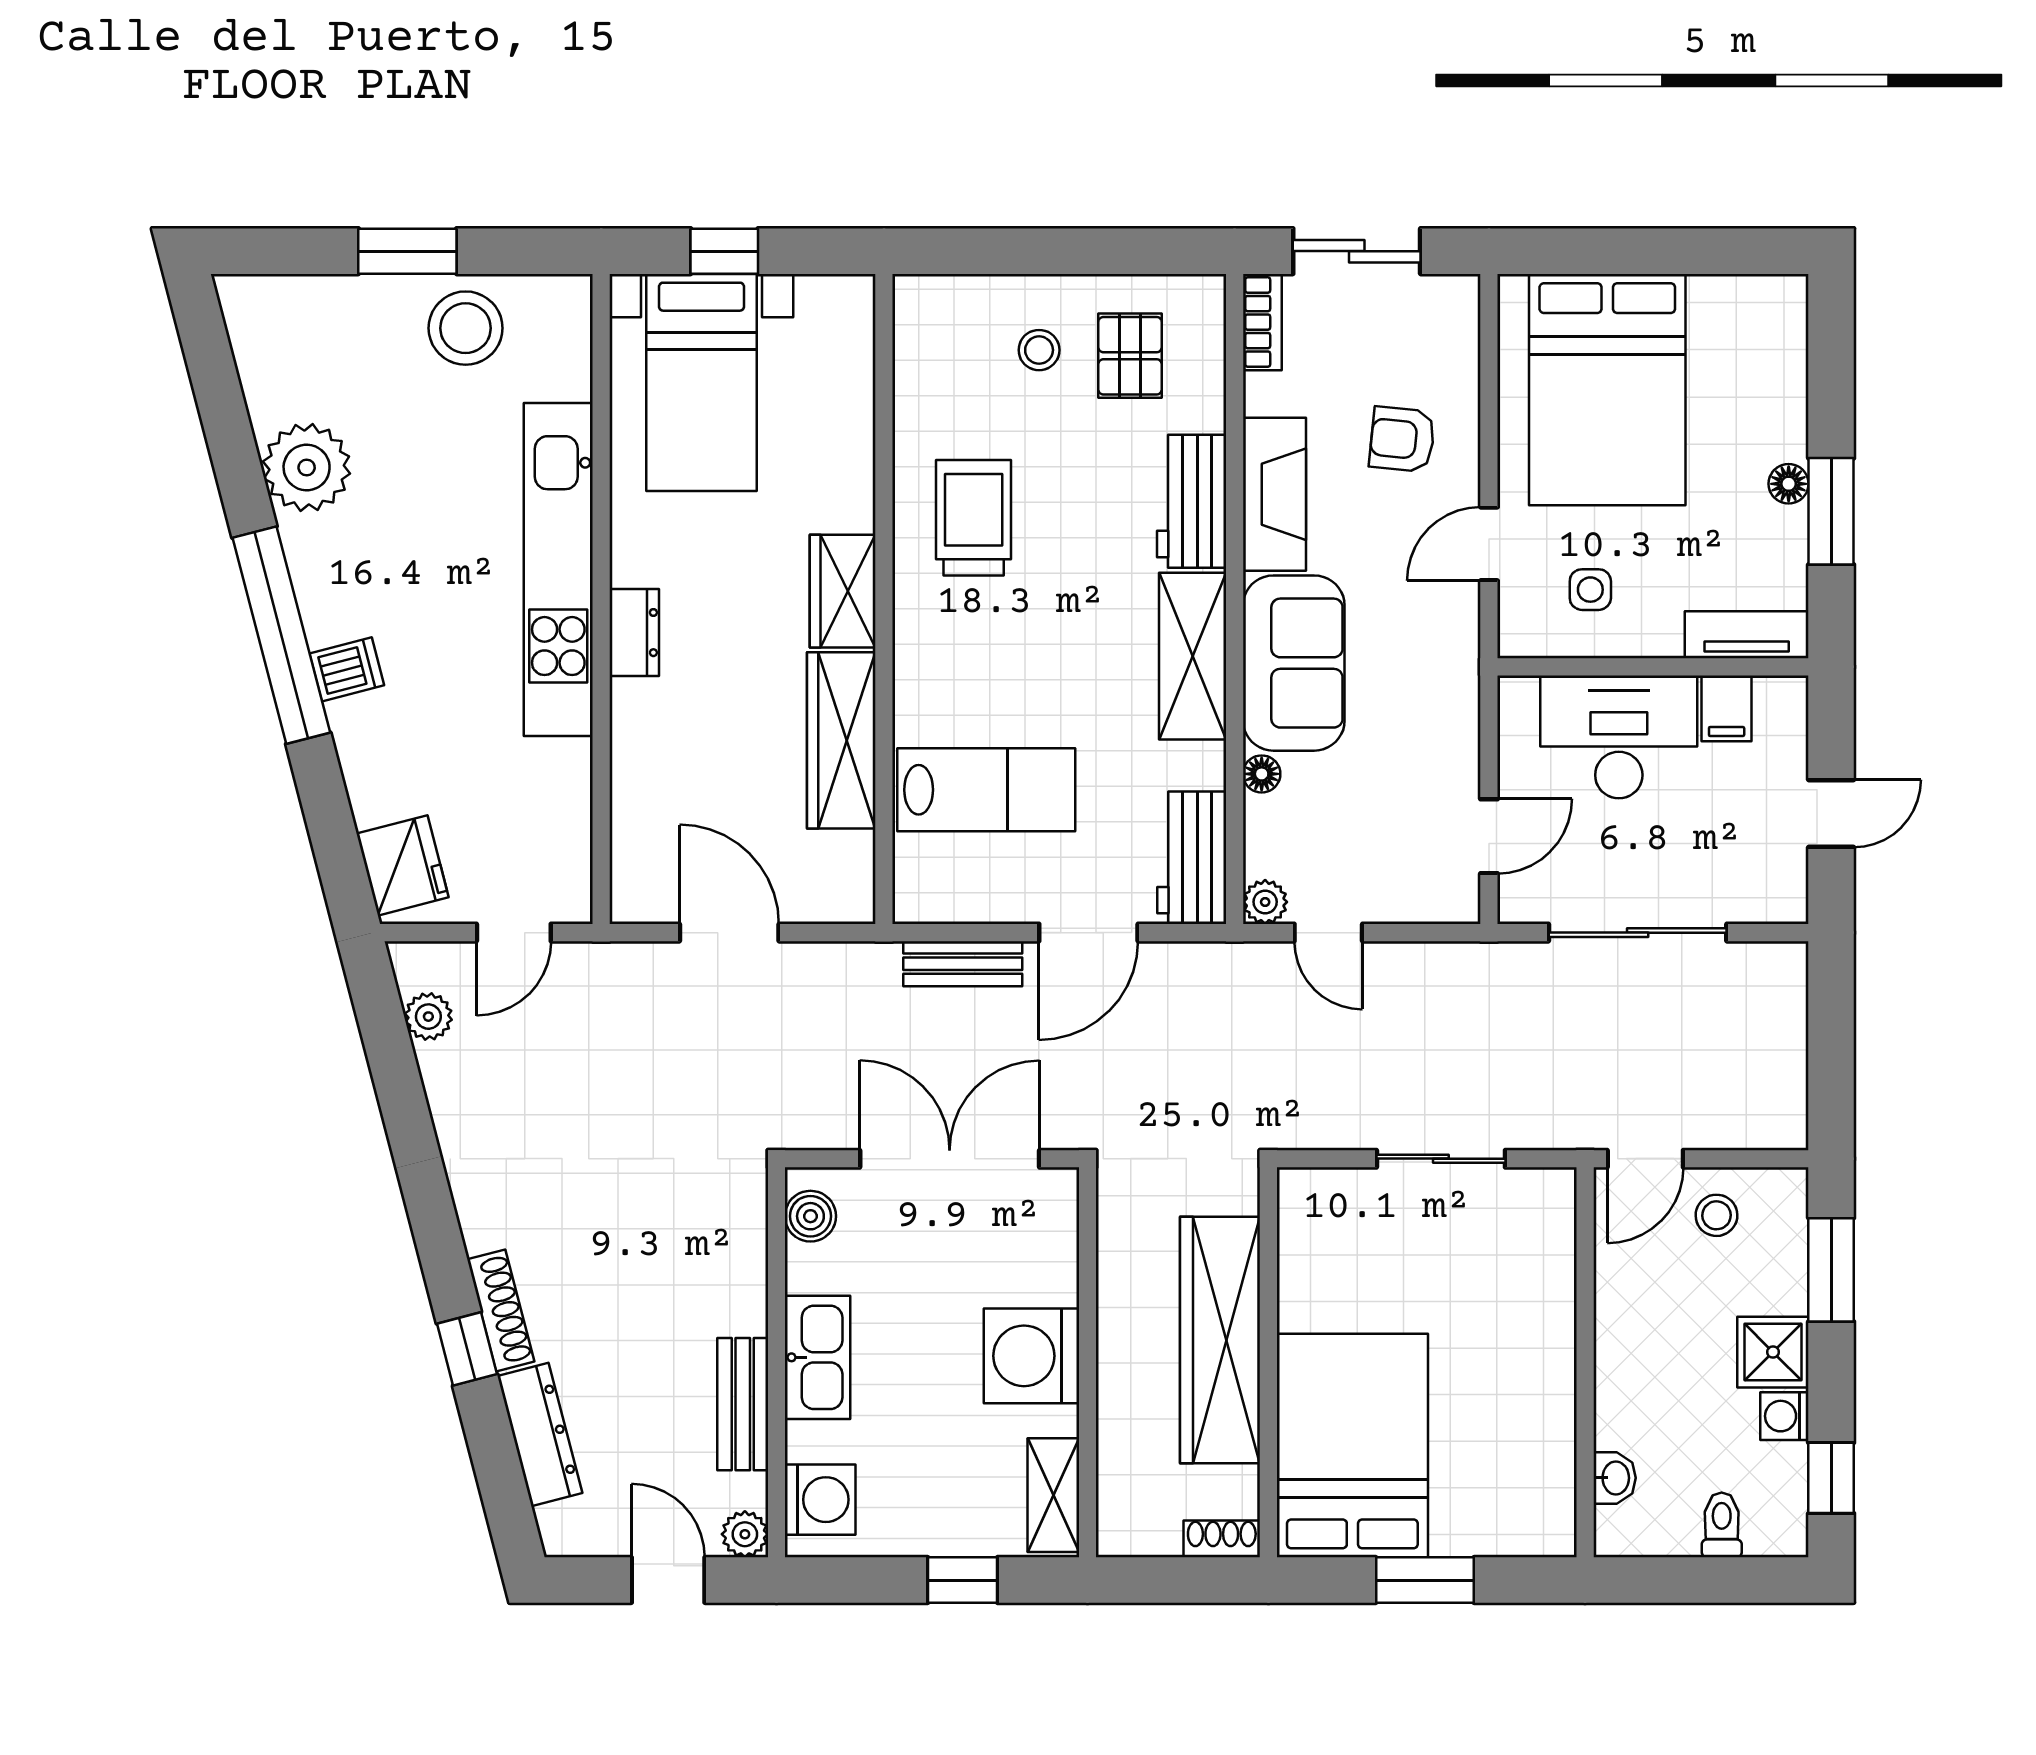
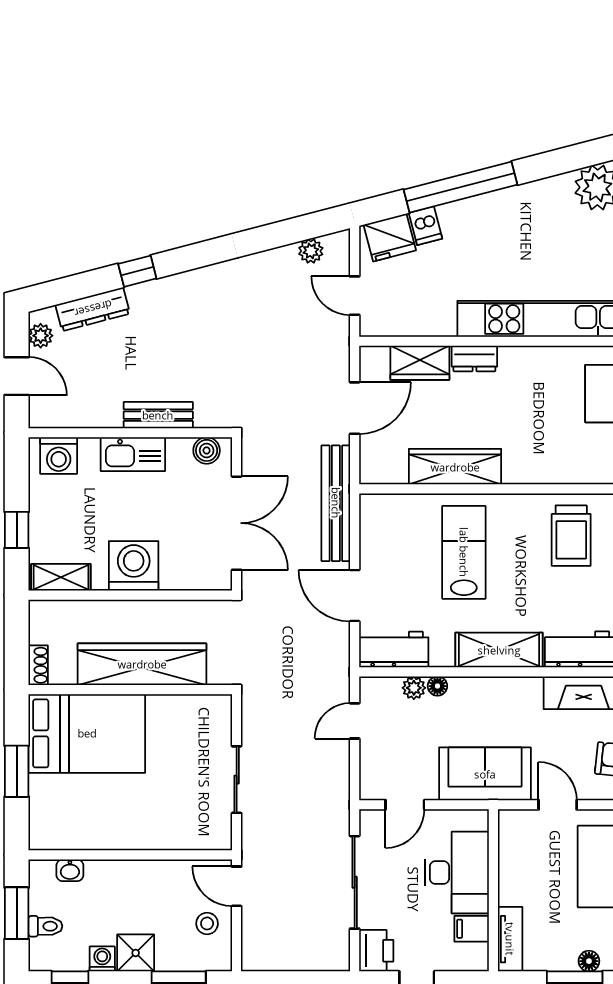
trolley: (974, 518) -> (571, 536), turned 90
side table: (1590, 590) -> (534, 858), removed
wardrobe: (843, 591) -> (420, 363), moved, turned 180
dresser: (634, 633) -> (474, 358), moved
window: (281, 635) -> (461, 187), moved
sofa: (1294, 663) -> (485, 774), moved, turned 180
dishwasher: (347, 669) -> (425, 226), moved
lab bench: (986, 790) -> (464, 552), moved, turned 180
door: (1489, 836) -> (405, 805), hinge flipped
printer: (1769, 891) -> (376, 951), added
plant: (1265, 902) -> (414, 688), moved
bench: (963, 964) -> (336, 503), width x1.86, depth x1.21
shoe rack: (501, 1310) -> (157, 289), removed
bench: (743, 1404) -> (158, 415), moved
plant: (745, 1534) -> (41, 336), moved
door: (668, 1580) -> (17, 376), hinge flipped
window: (1697, 1580) -> (17, 913), added

